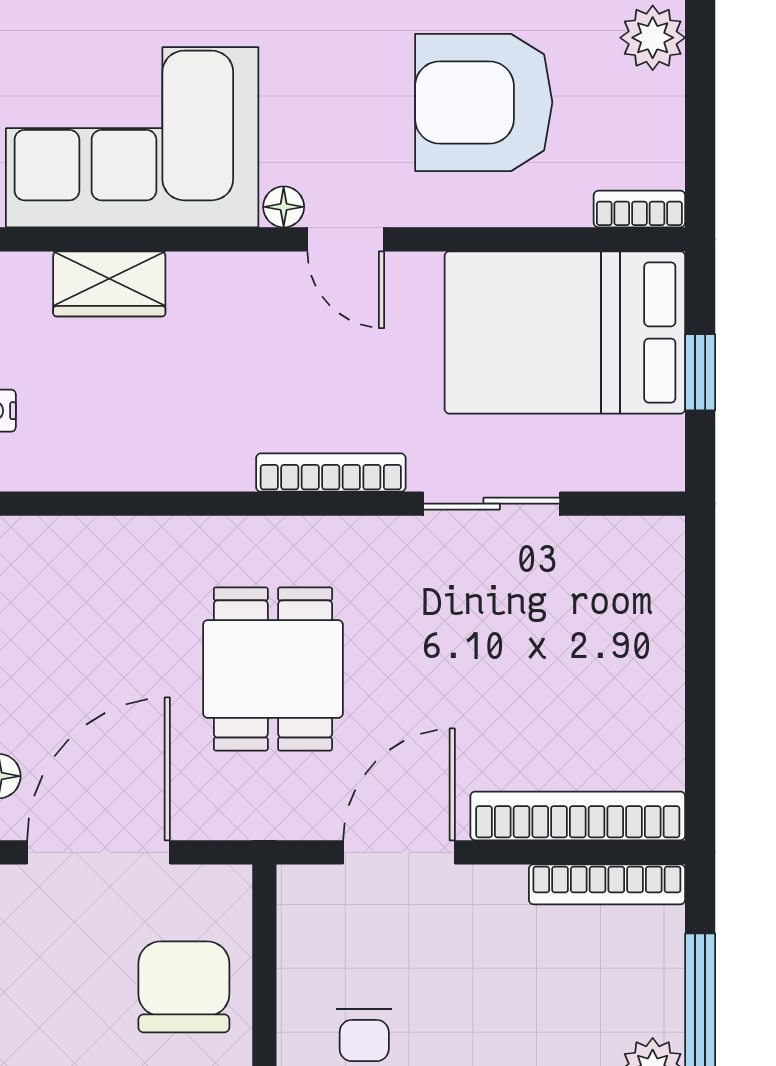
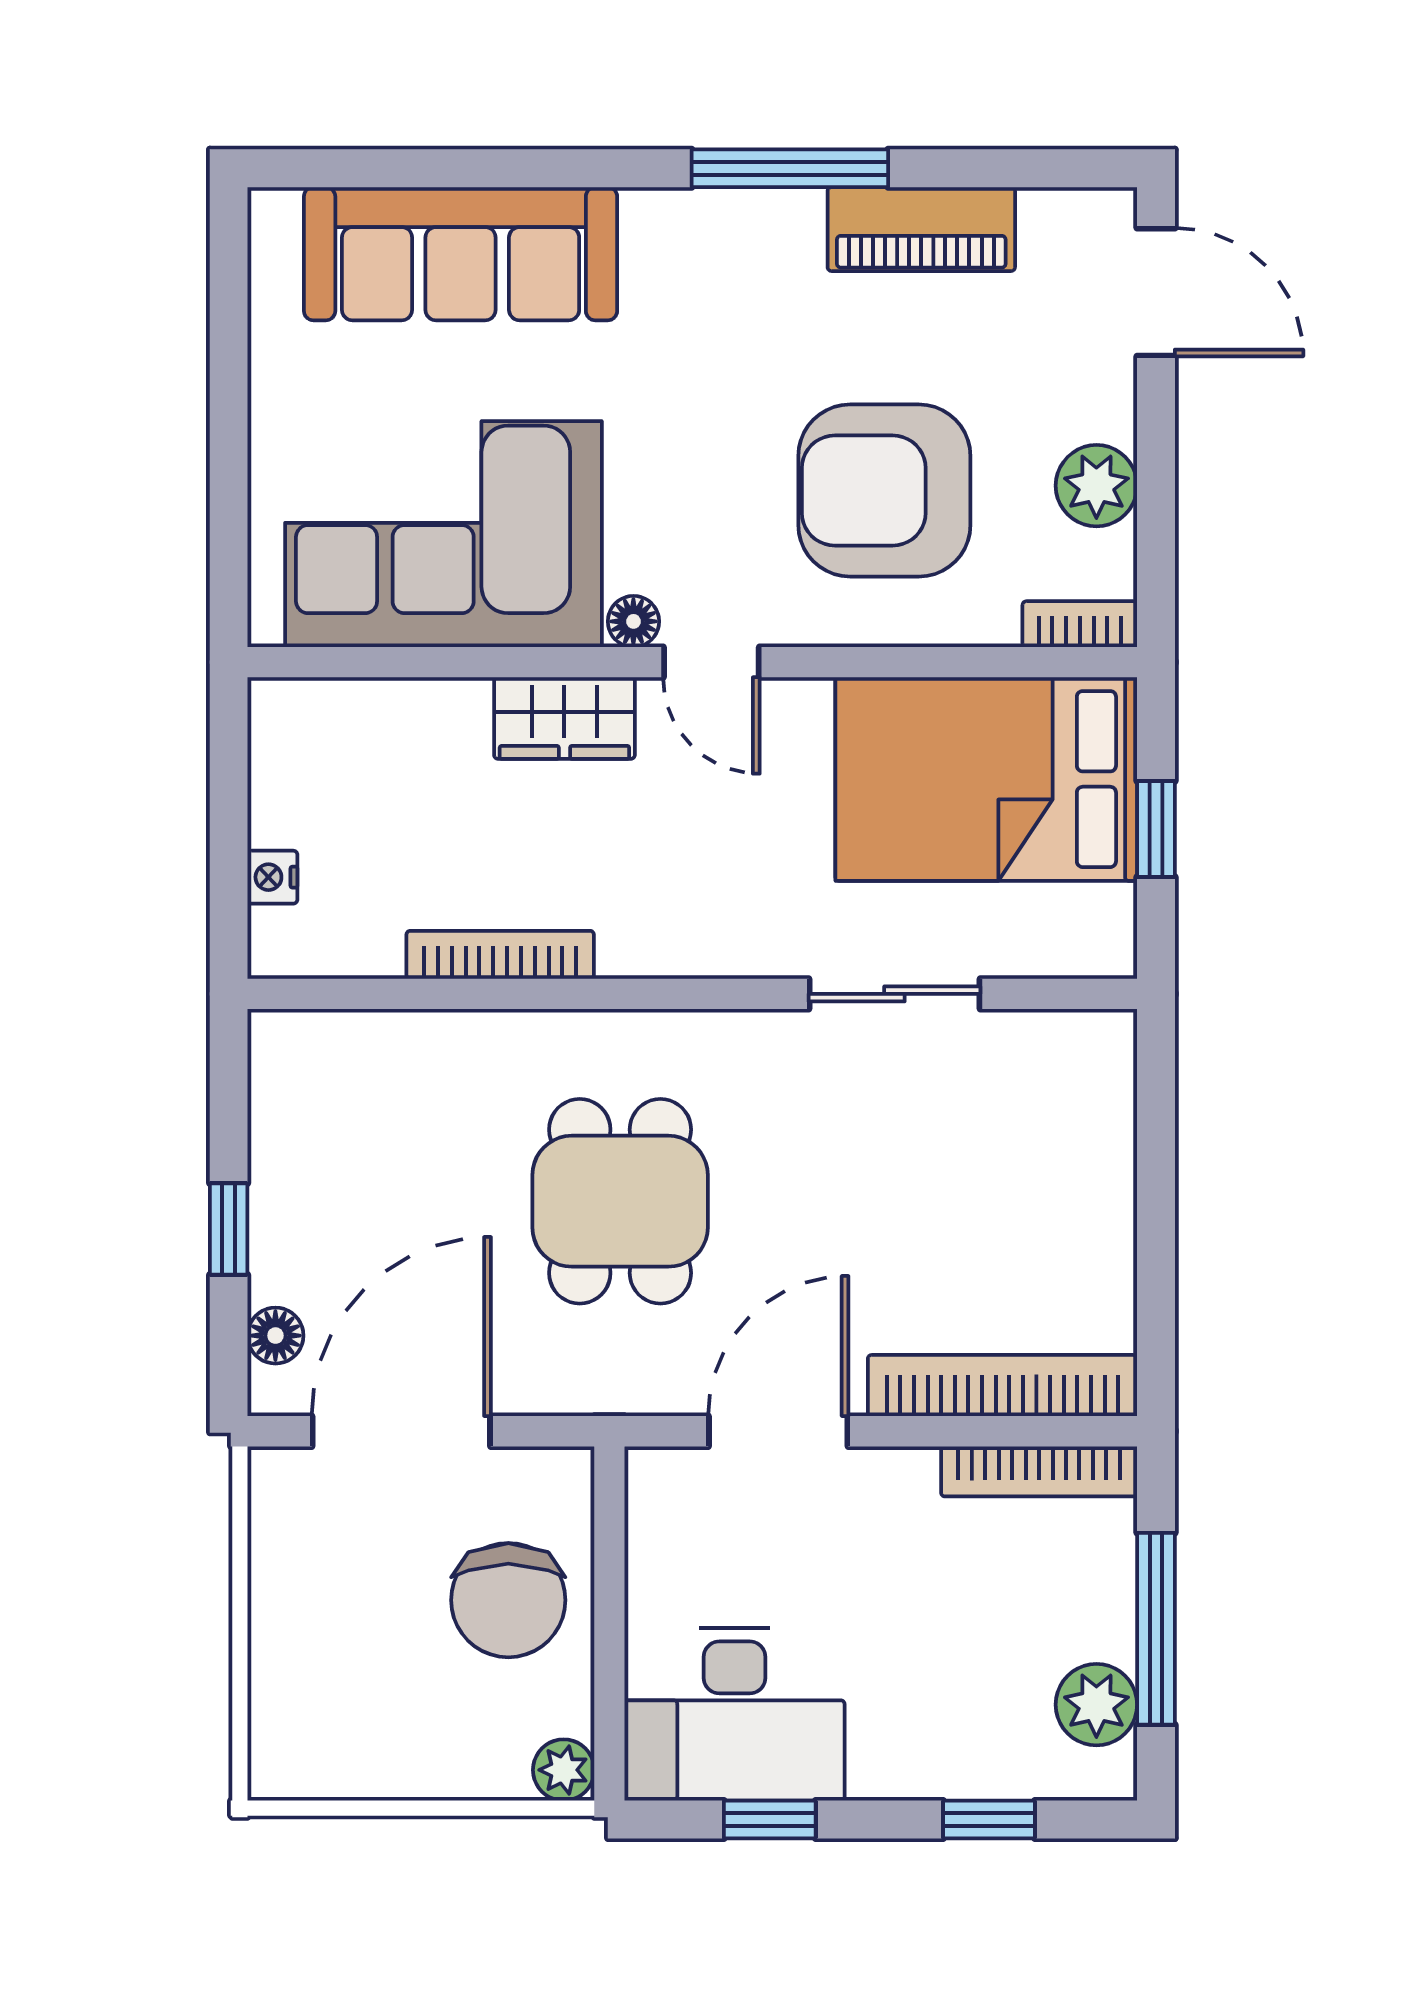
plant: (653, 38) -> (1096, 486), moved
wardrobe: (109, 284) -> (564, 718), moved
bookcase: (331, 473) -> (500, 955), moved
chair: (184, 987) -> (508, 1600), turned 180

